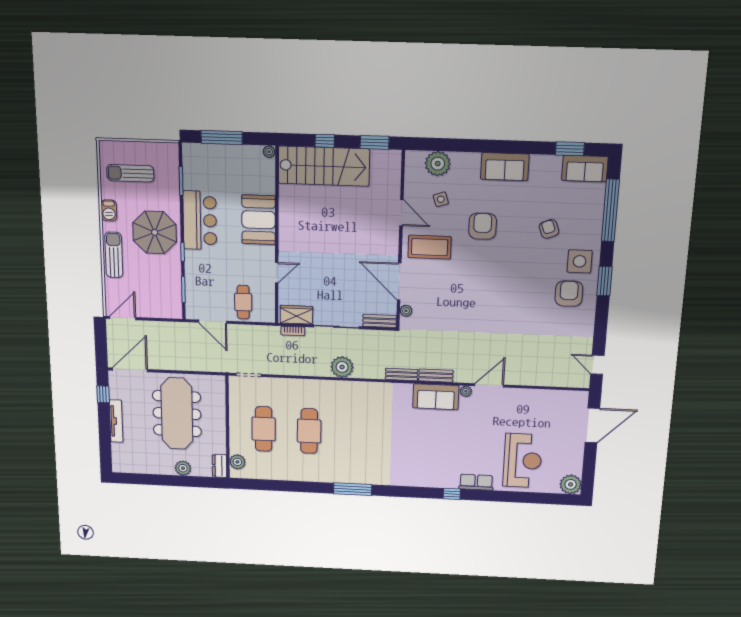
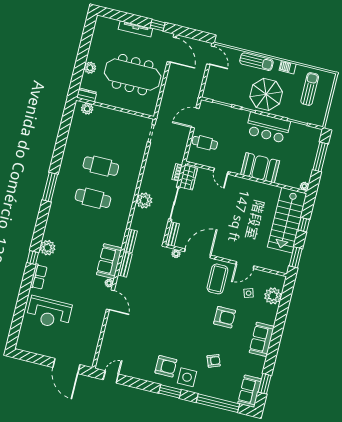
cafe table: (264, 429) -> (93, 198), moved
plant: (571, 484) -> (48, 248), moved

